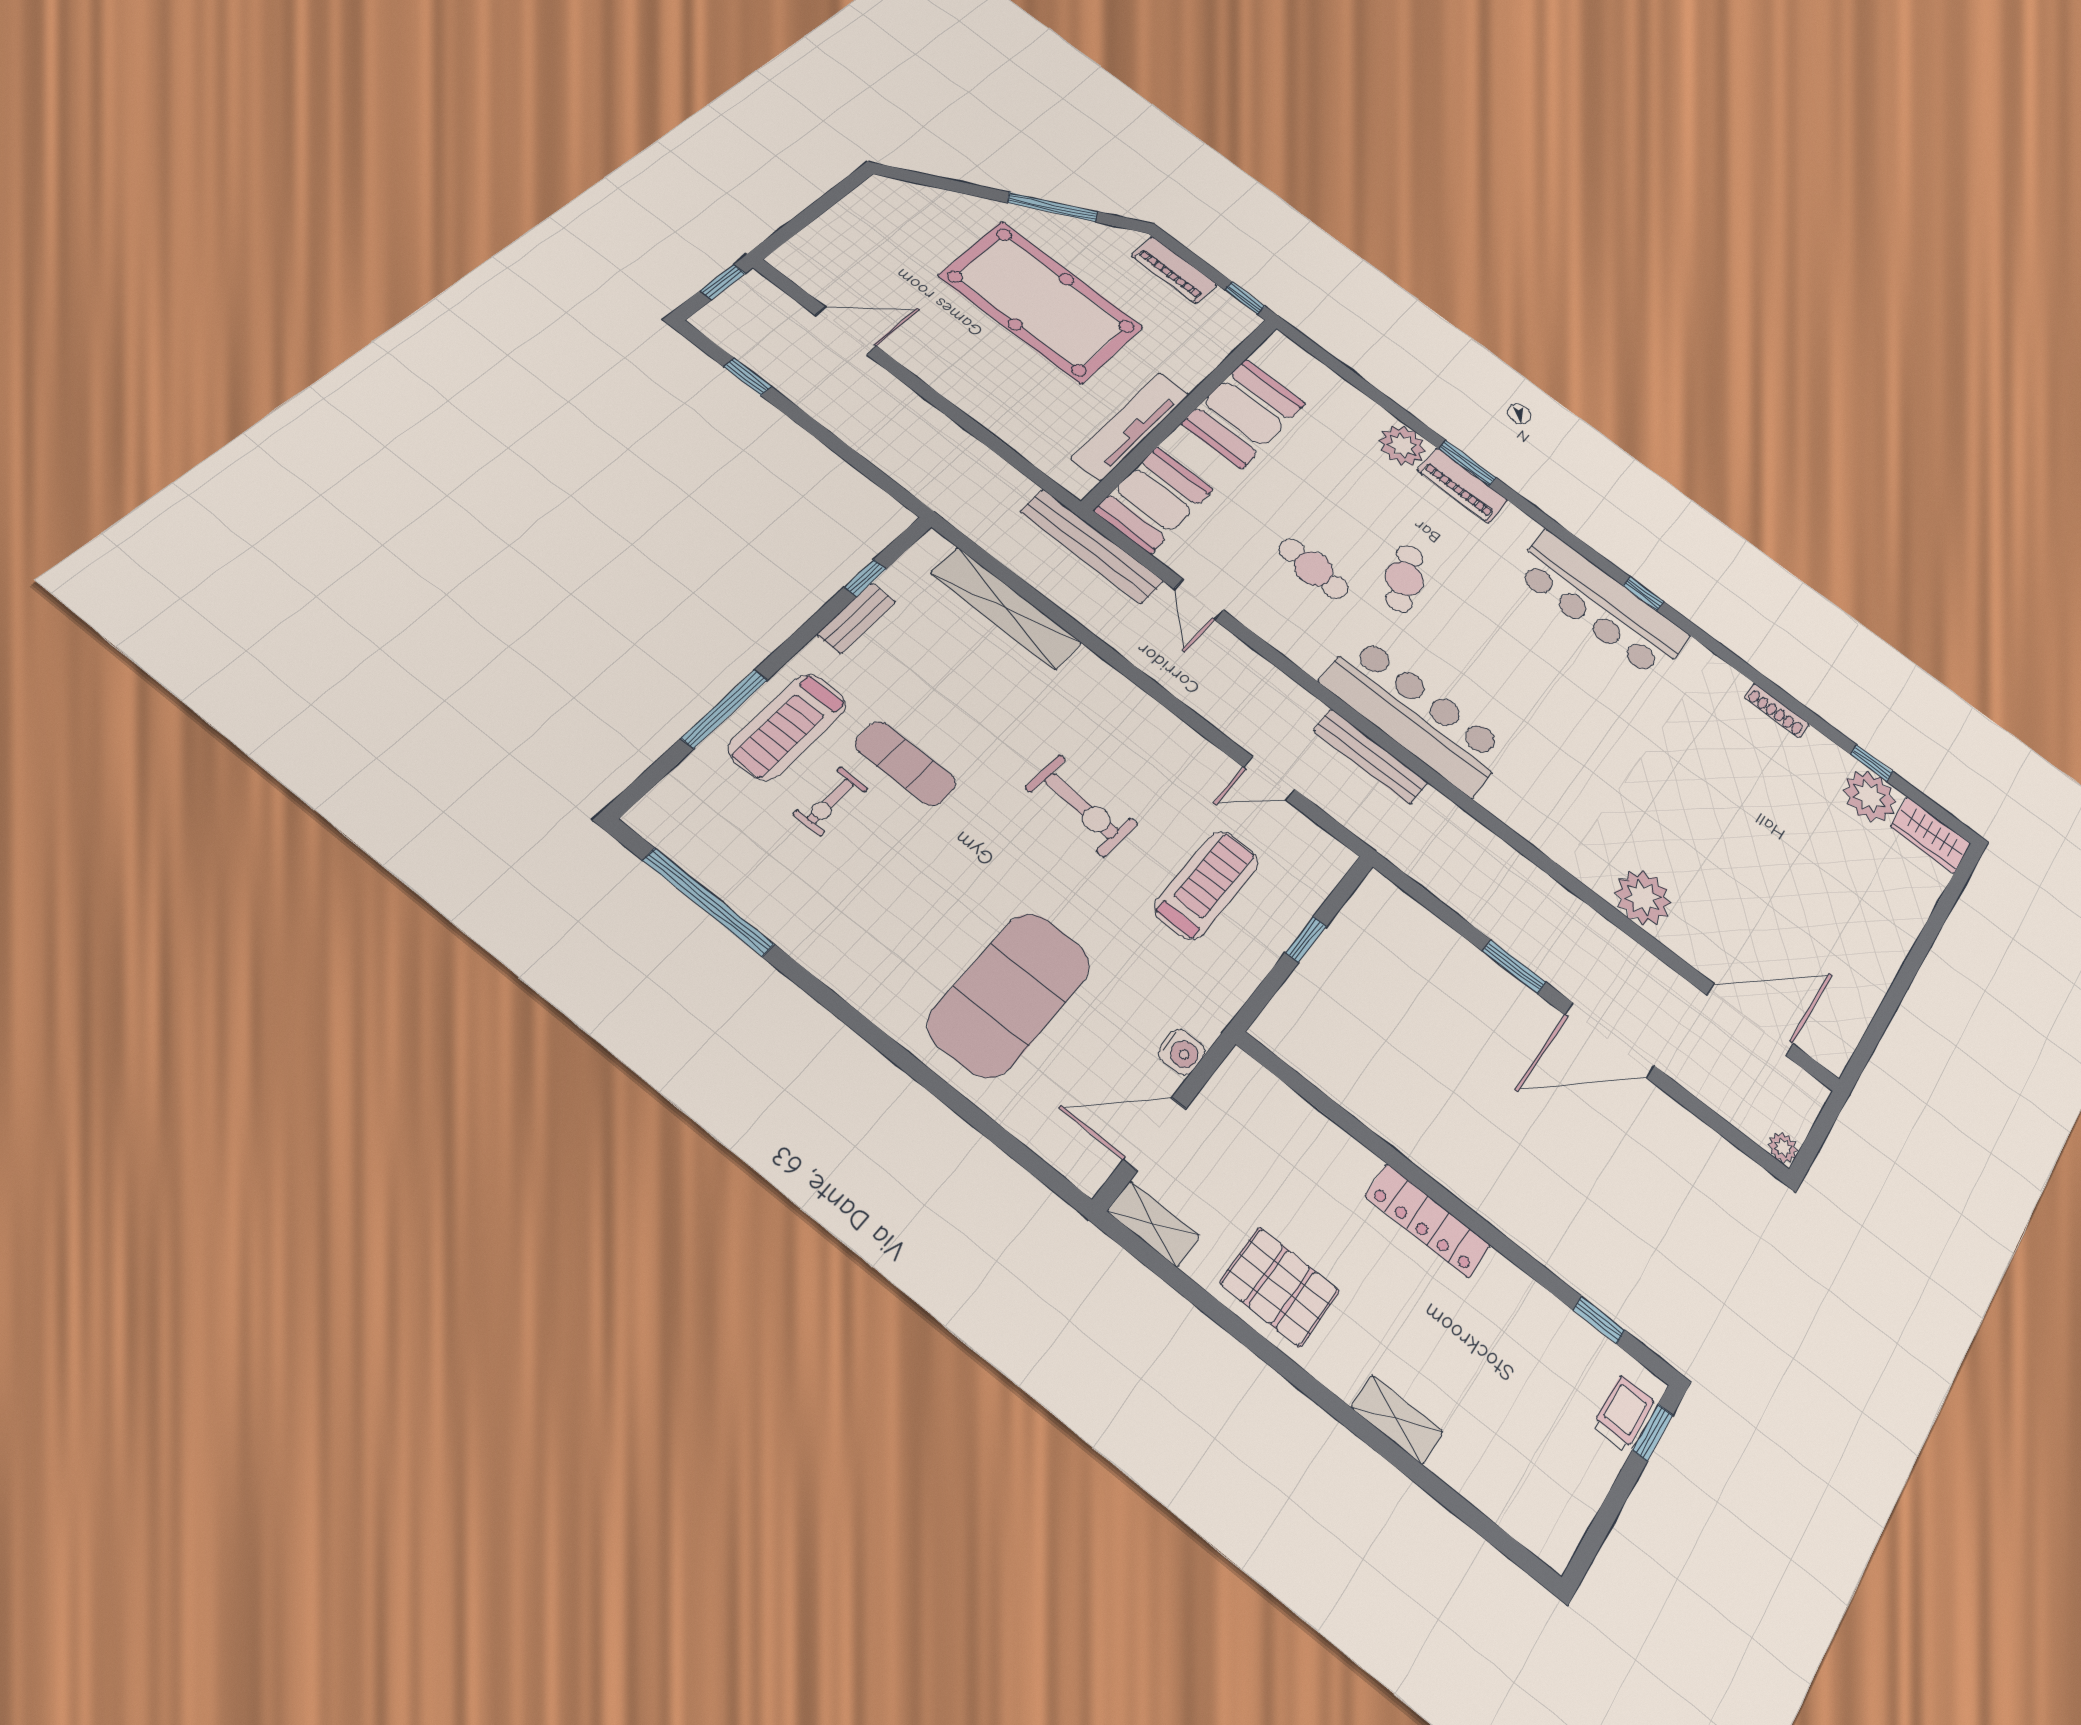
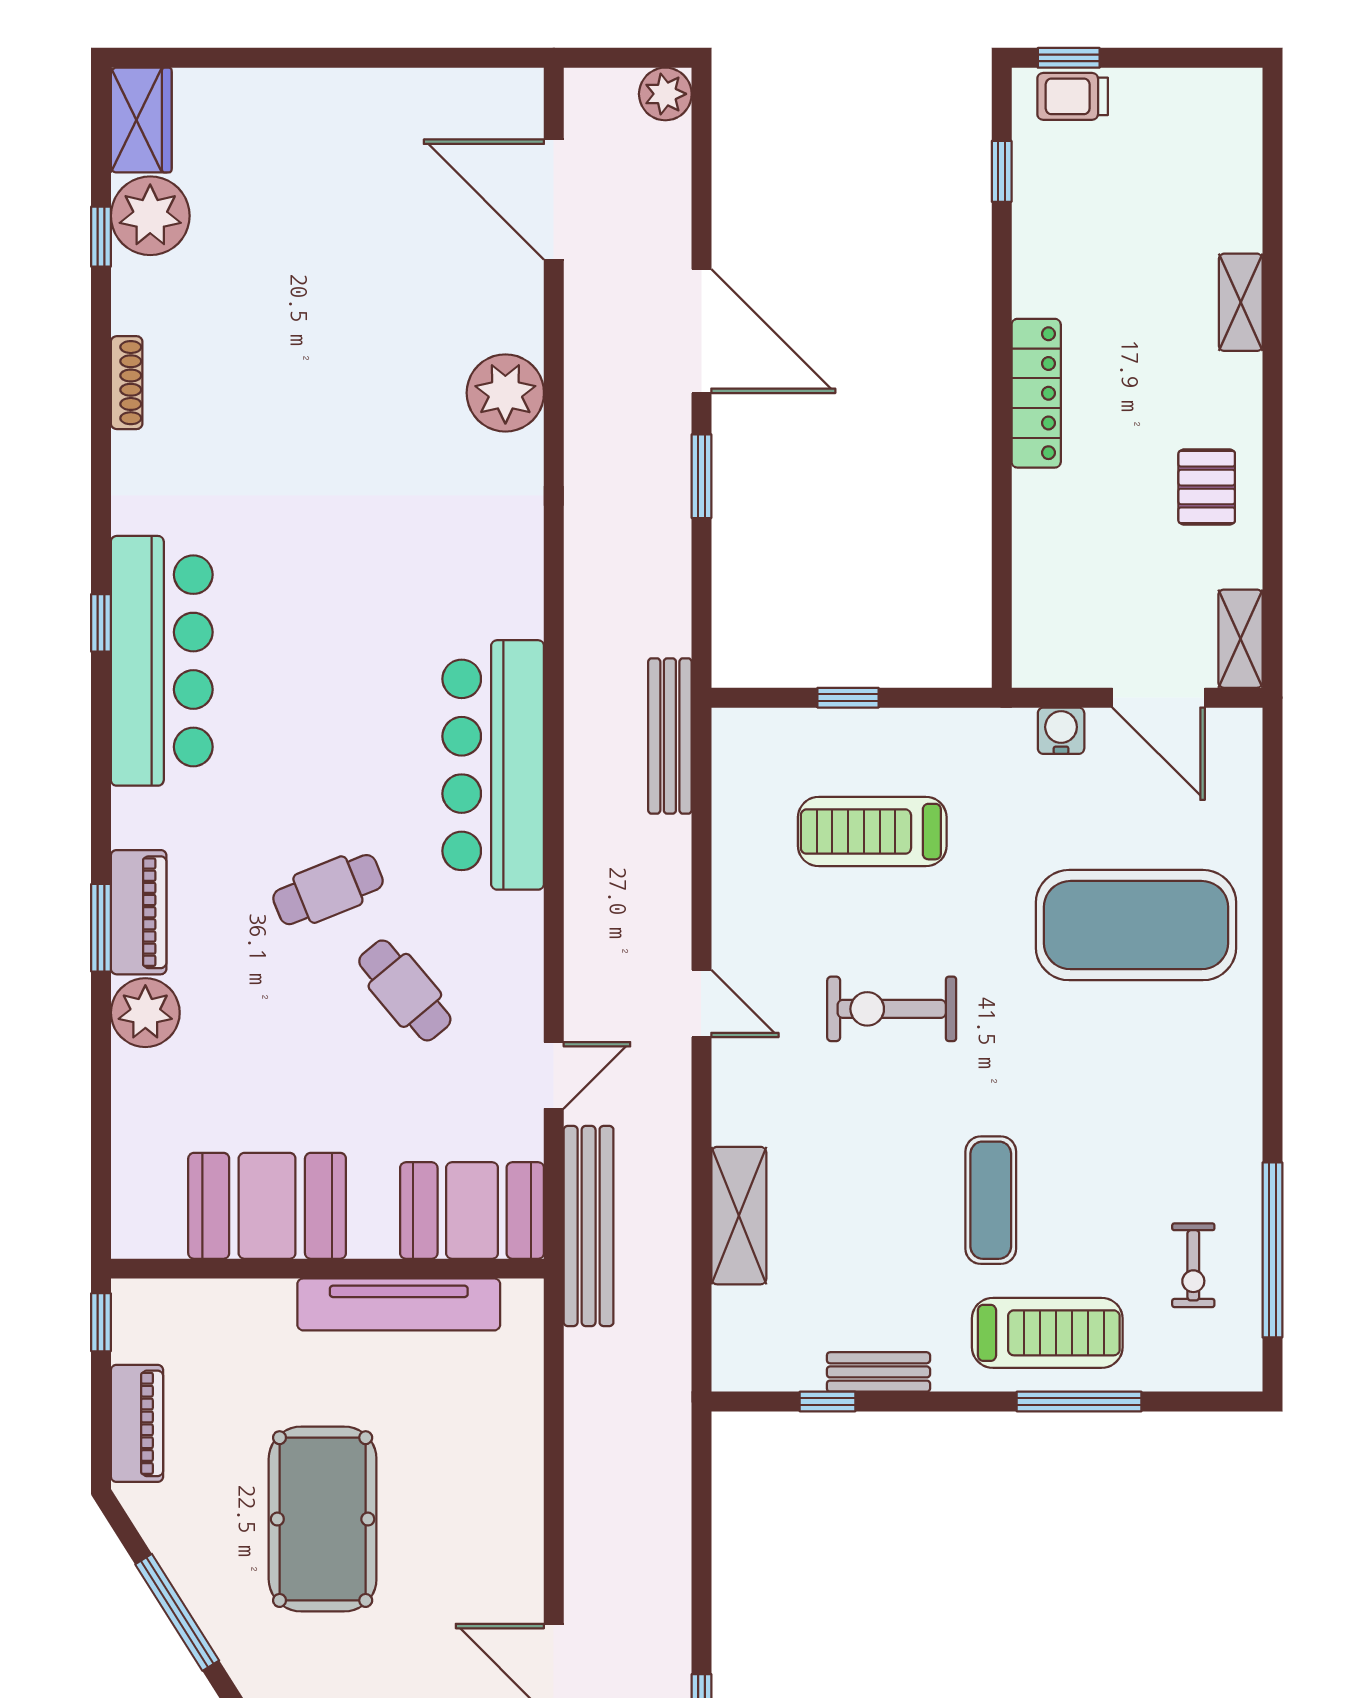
pool table: (1041, 302) -> (323, 1519), width x0.73, depth x0.76
cafe table: (1314, 569) -> (405, 990), turned -44
shelving: (1006, 608) -> (739, 1216), width x0.68
bench: (1370, 756) -> (670, 736), moved
door: (1269, 778) -> (701, 1004), moved
exercise bike: (830, 801) -> (1193, 1265), moved, turned 90
exercise bike: (1081, 806) -> (892, 1009), turned -94
plant: (1783, 1148) -> (665, 94), width x1.38, depth x1.38
pallet: (1279, 1287) -> (1207, 487), width x0.67, depth x0.71

